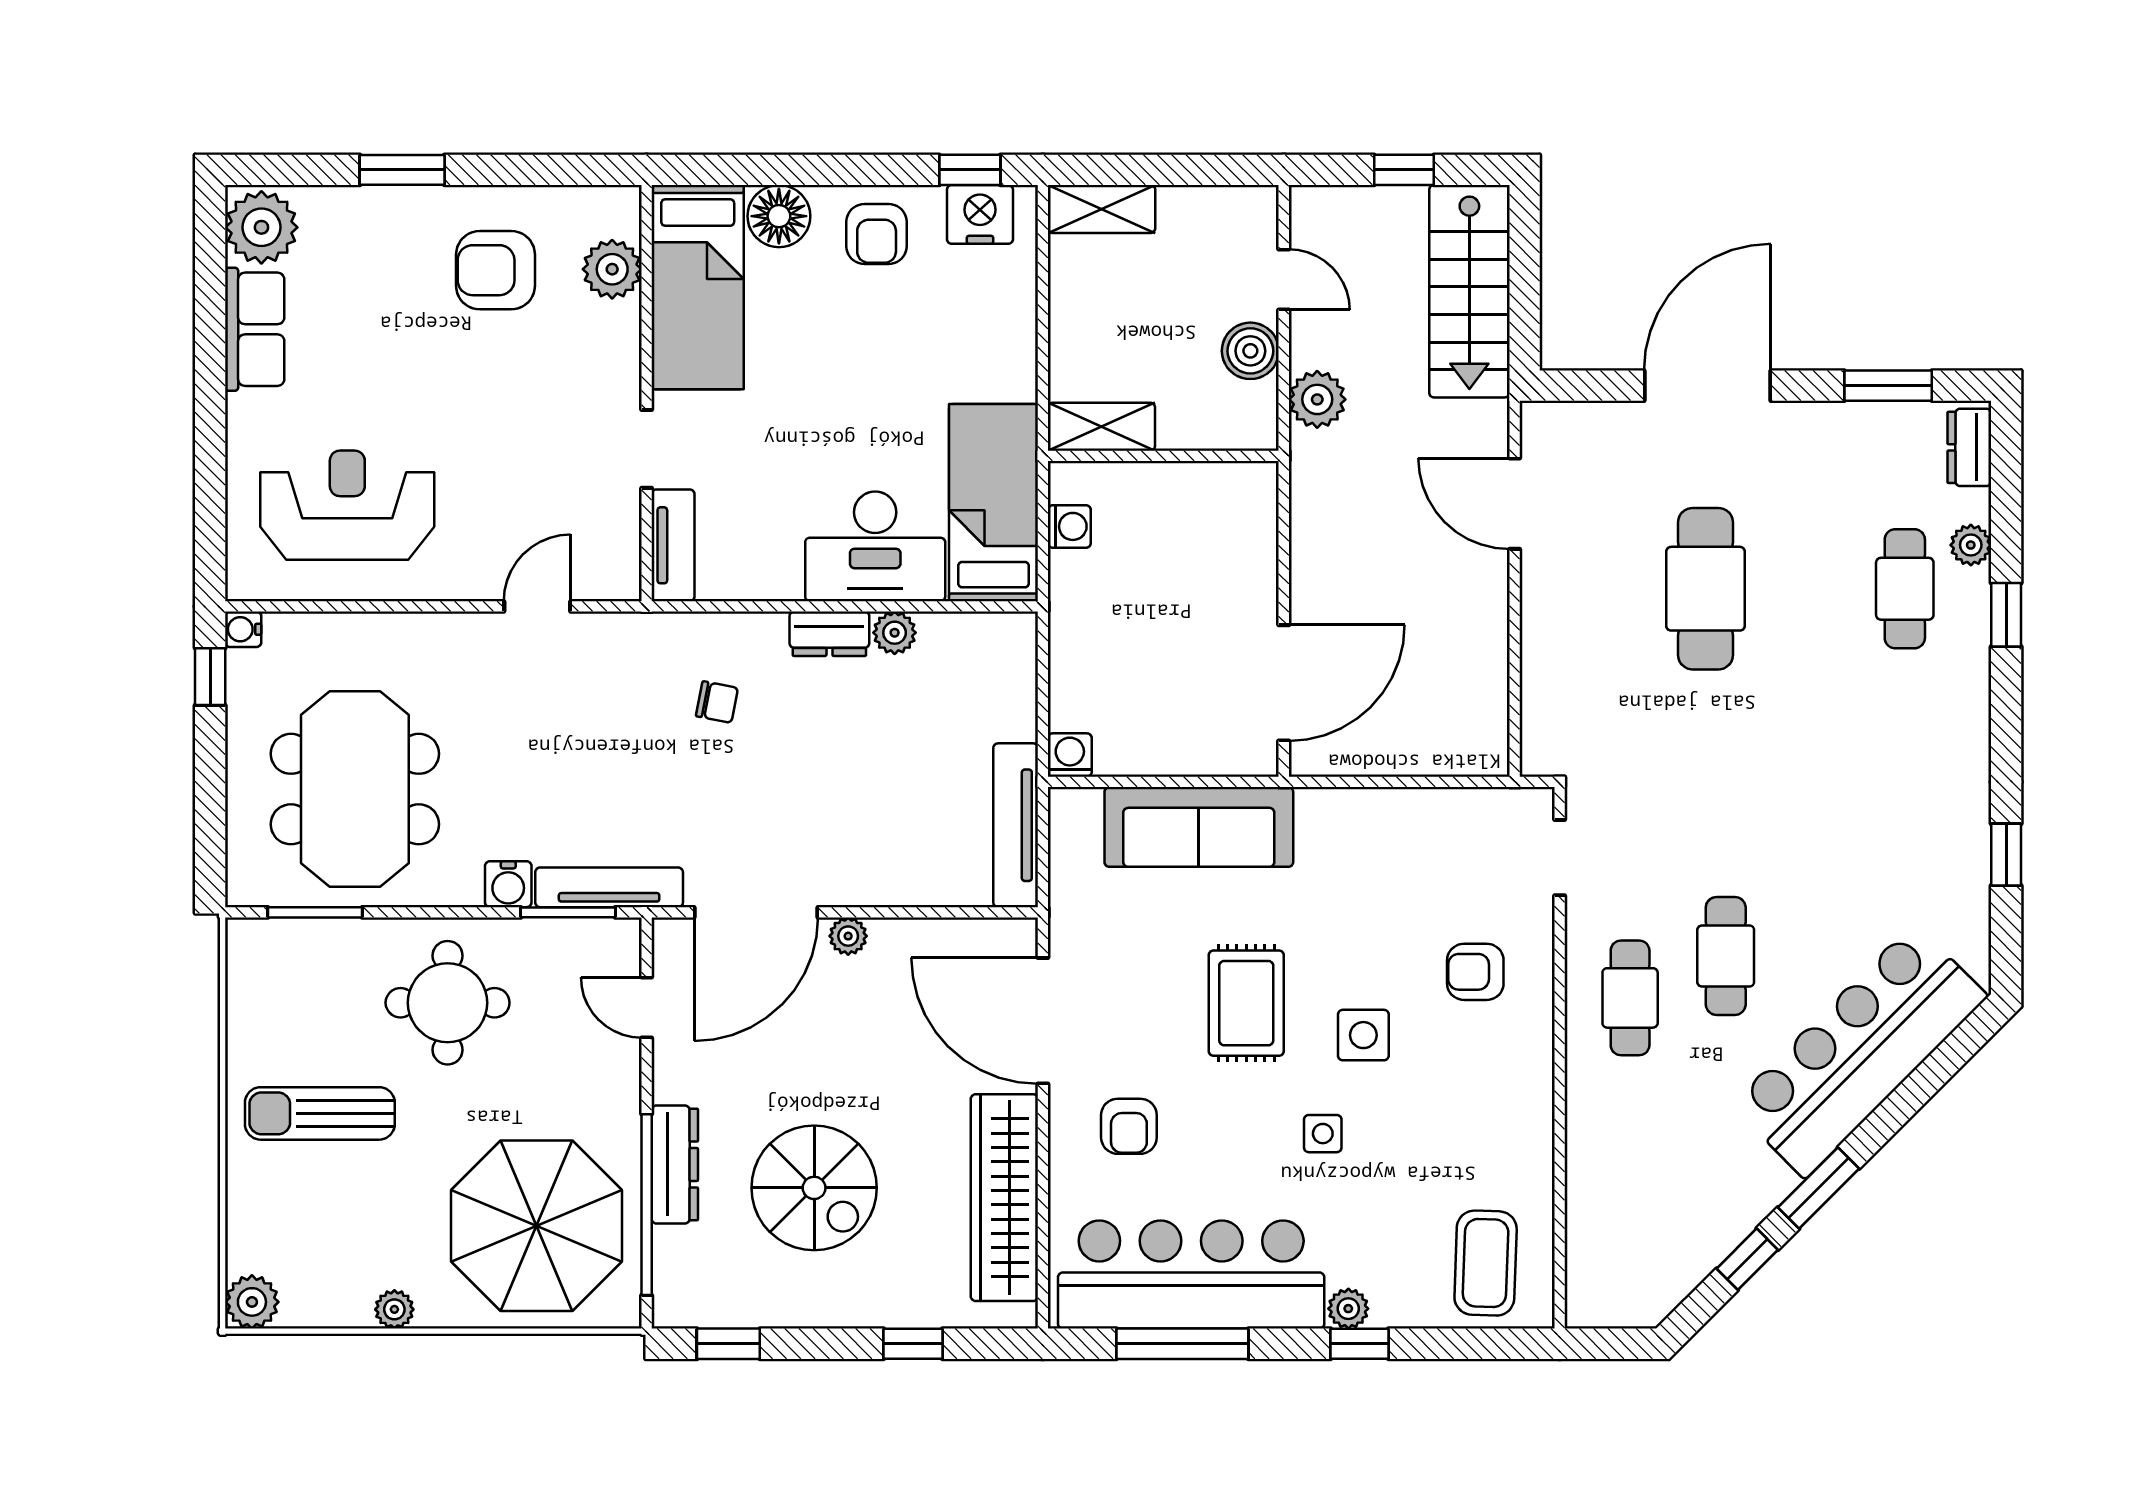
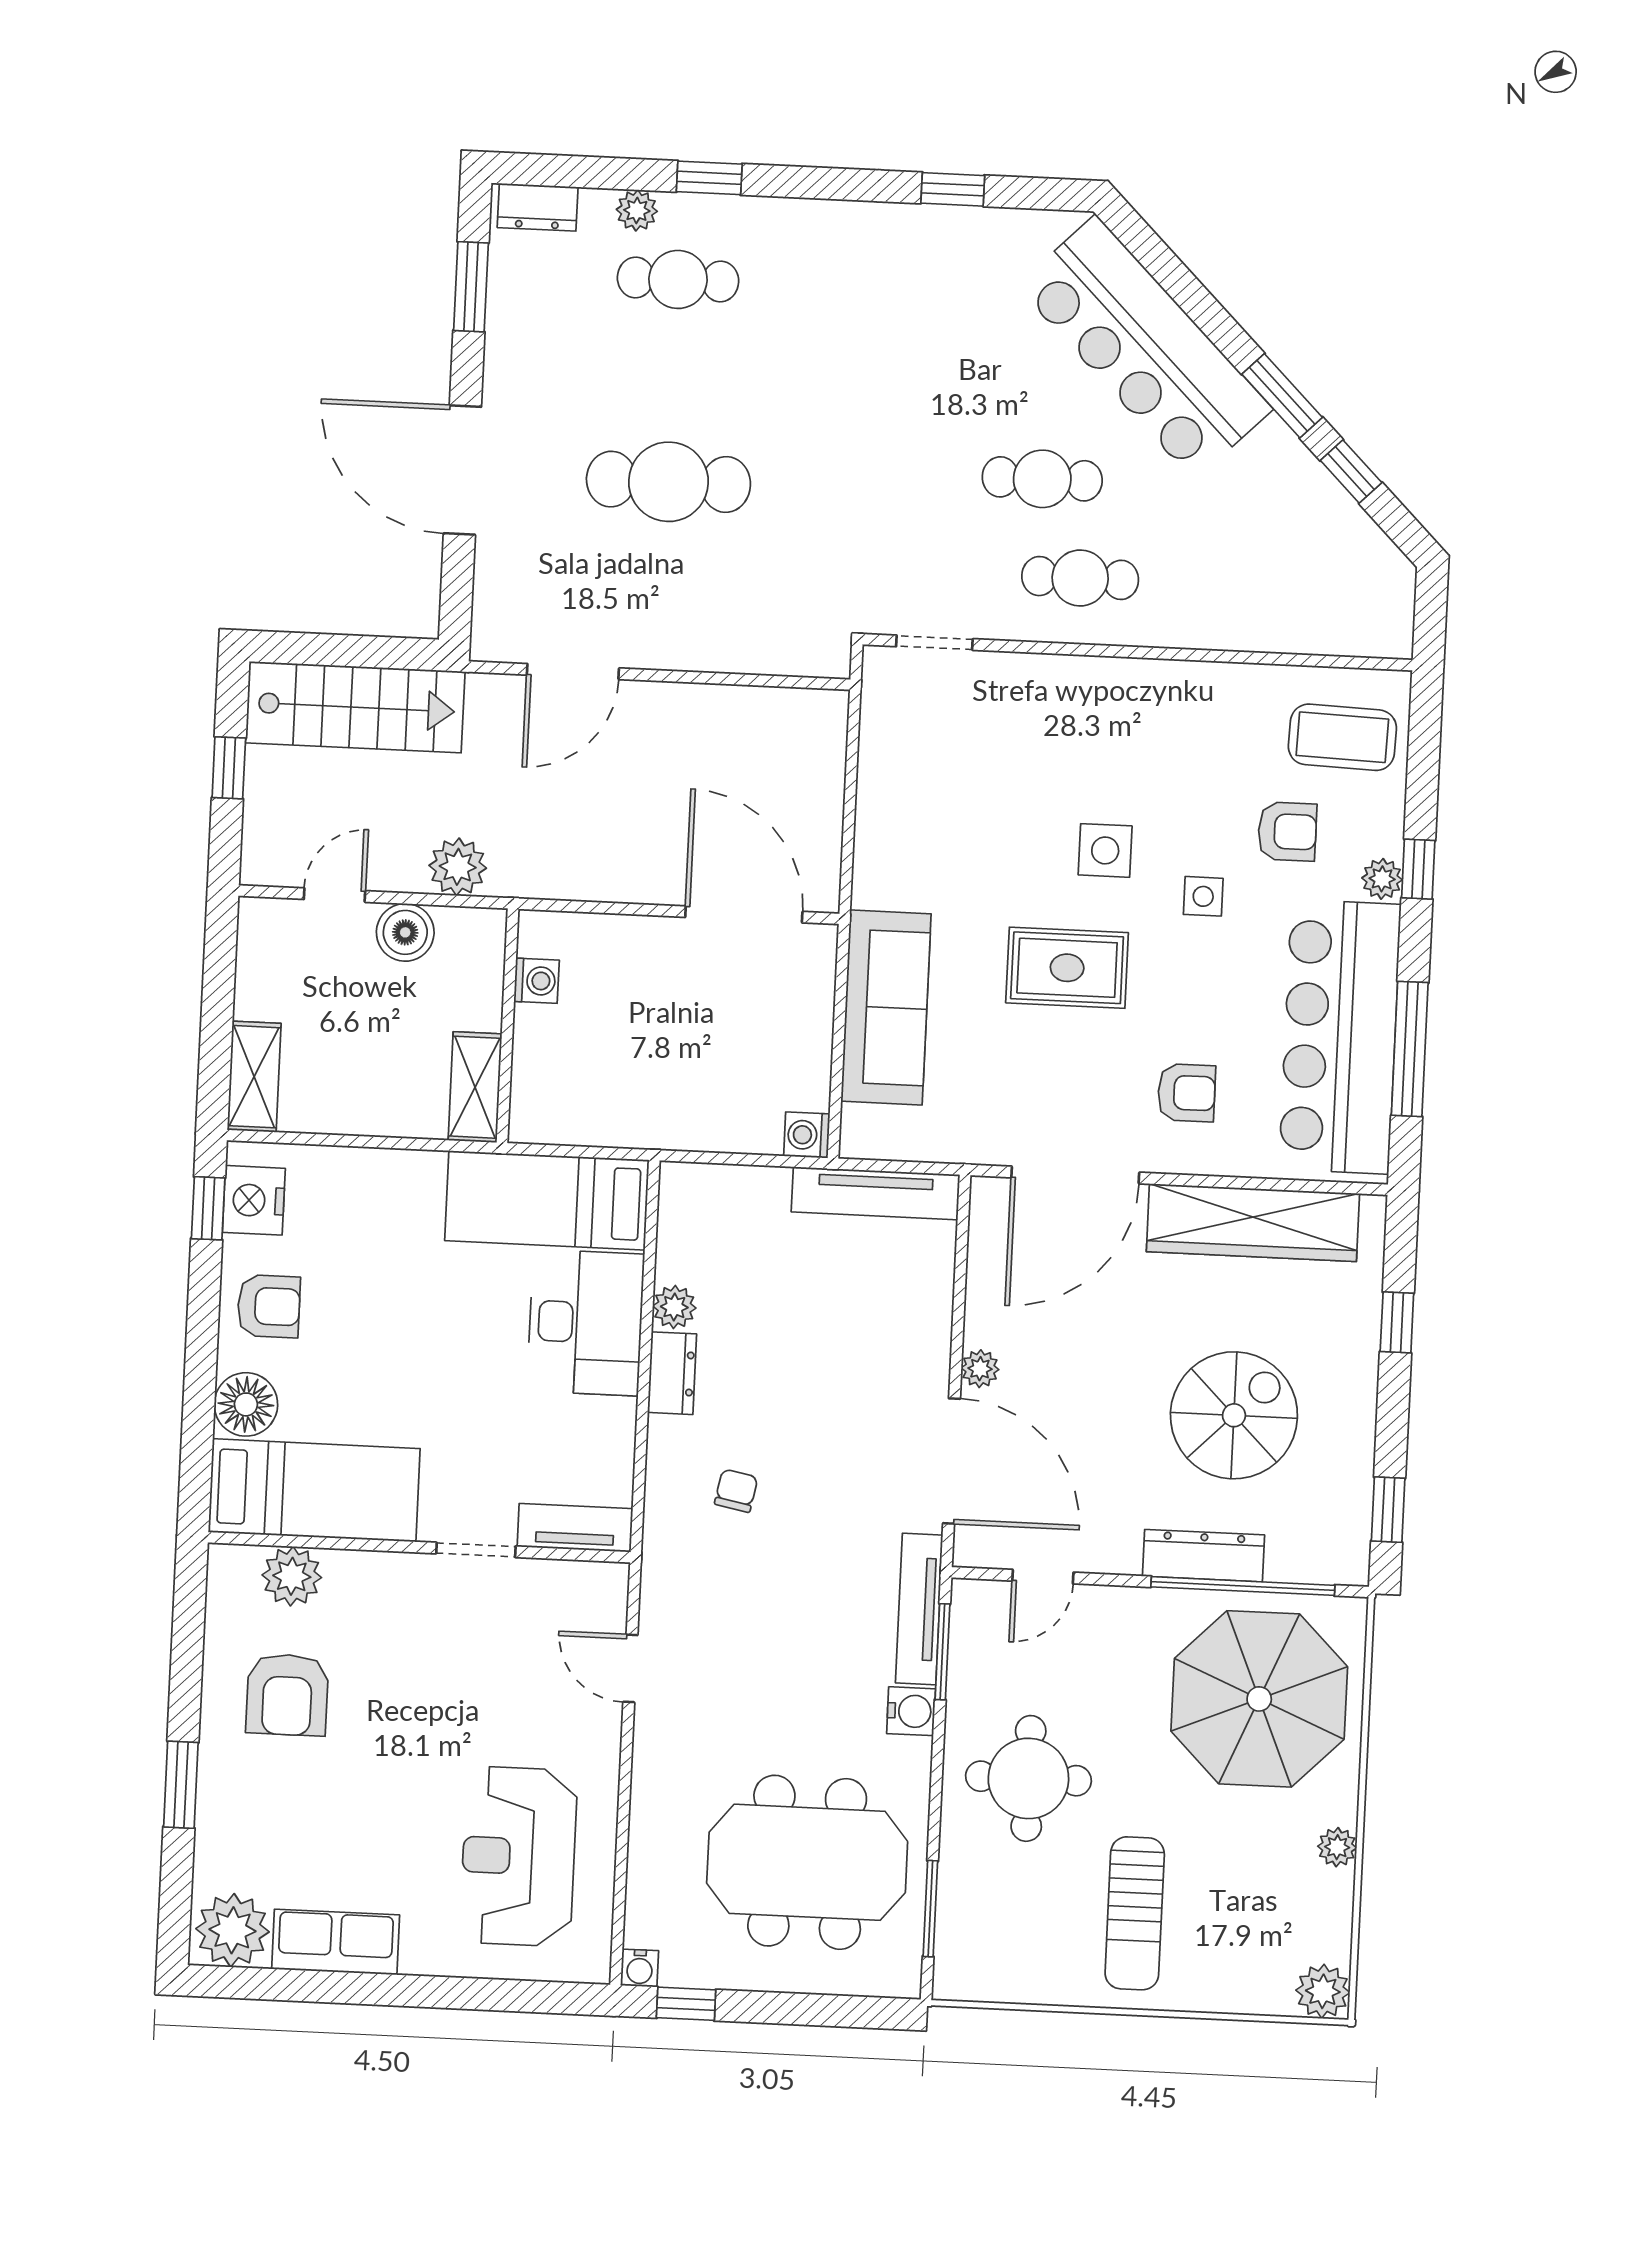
washing machine: (1069, 526) -> (537, 981), moved, turned 90
armchair: (1475, 972) -> (1287, 831), moved, turned -90

